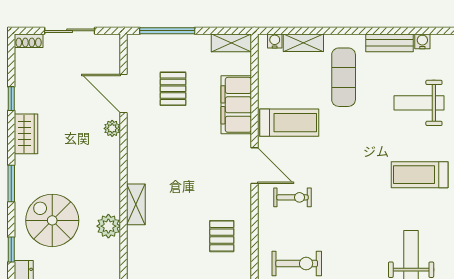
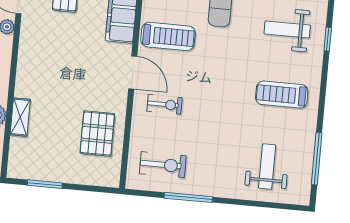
shelving: (136, 204) -> (20, 117), moved
pallet: (222, 236) -> (97, 134), width x1.50, depth x1.42

